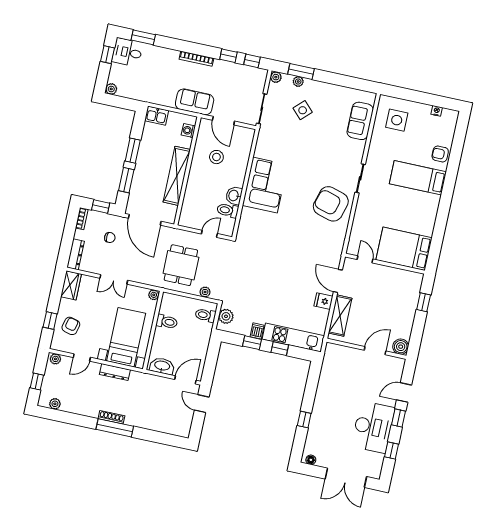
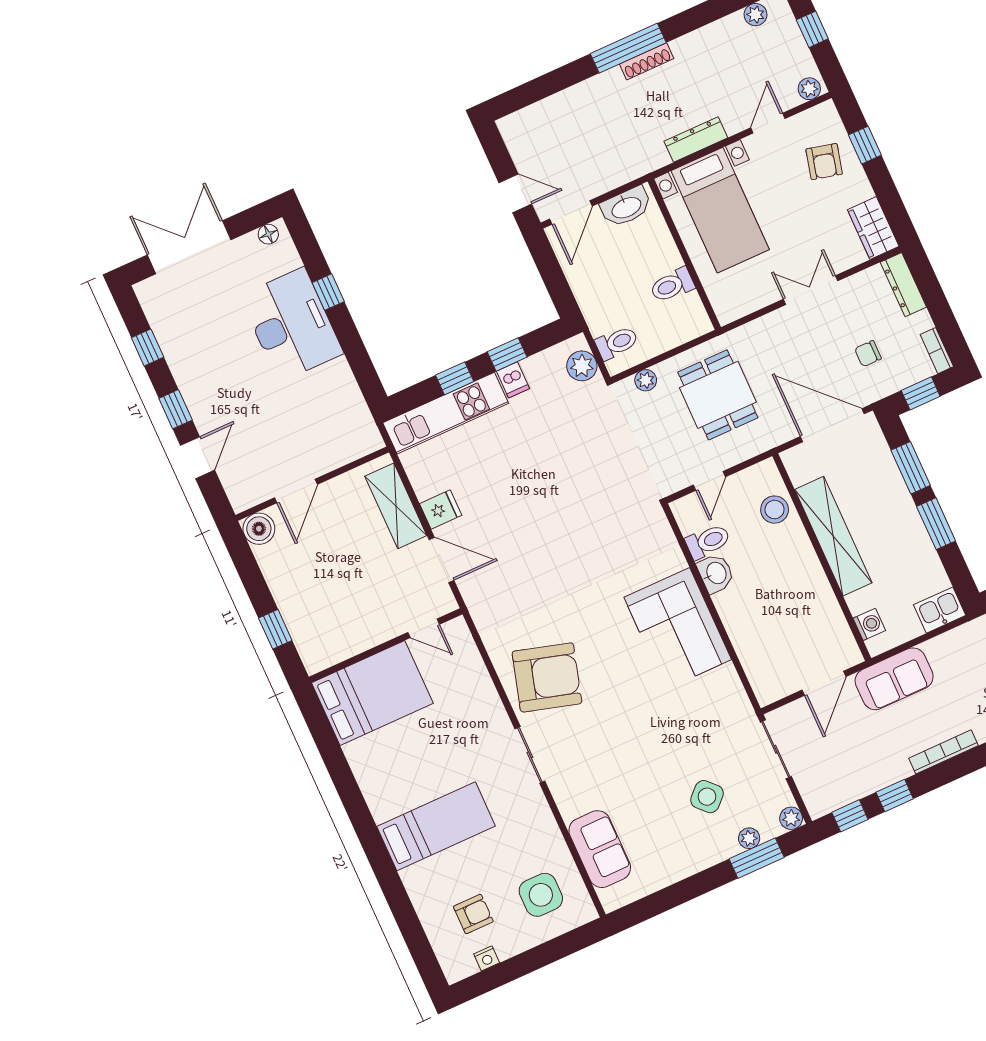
door: (223, 121) -> (824, 683), swing flipped
armchair: (440, 154) -> (473, 914), moved
stool: (216, 157) -> (775, 510), moved
plant: (154, 295) -> (726, 313), removed
desk: (373, 427) -> (292, 325), moved, turned 180

